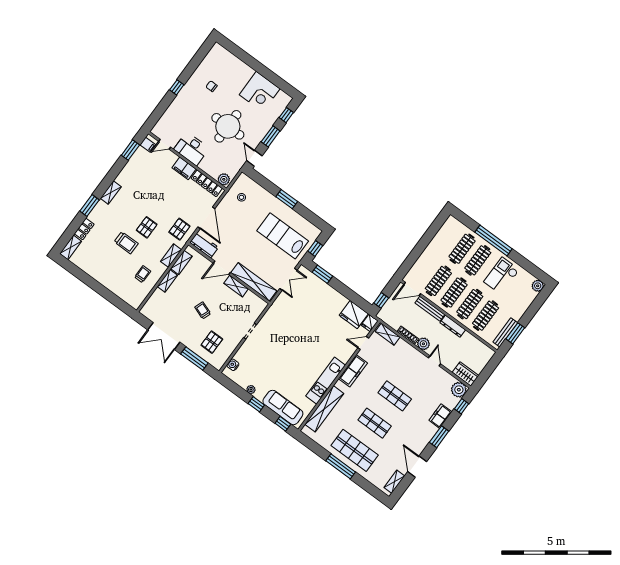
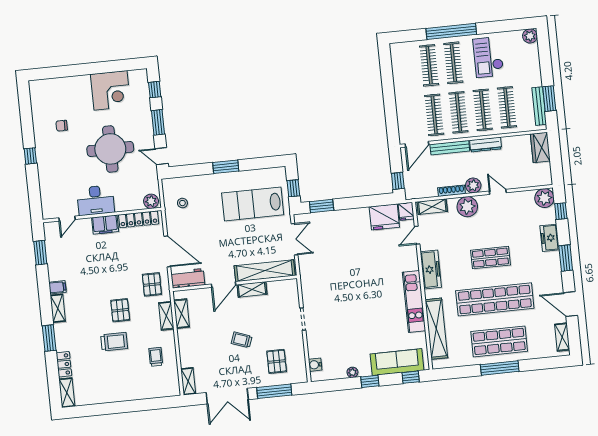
filing cabinet: (148, 145) -> (57, 287), moved
shelving: (167, 281) -> (188, 381), moved
plant: (408, 353) -> (467, 207), added
wardrobe: (465, 374) -> (540, 147), moved, turned -90
shop shelf: (375, 423) -> (495, 299), width x2.00, depth x1.36

